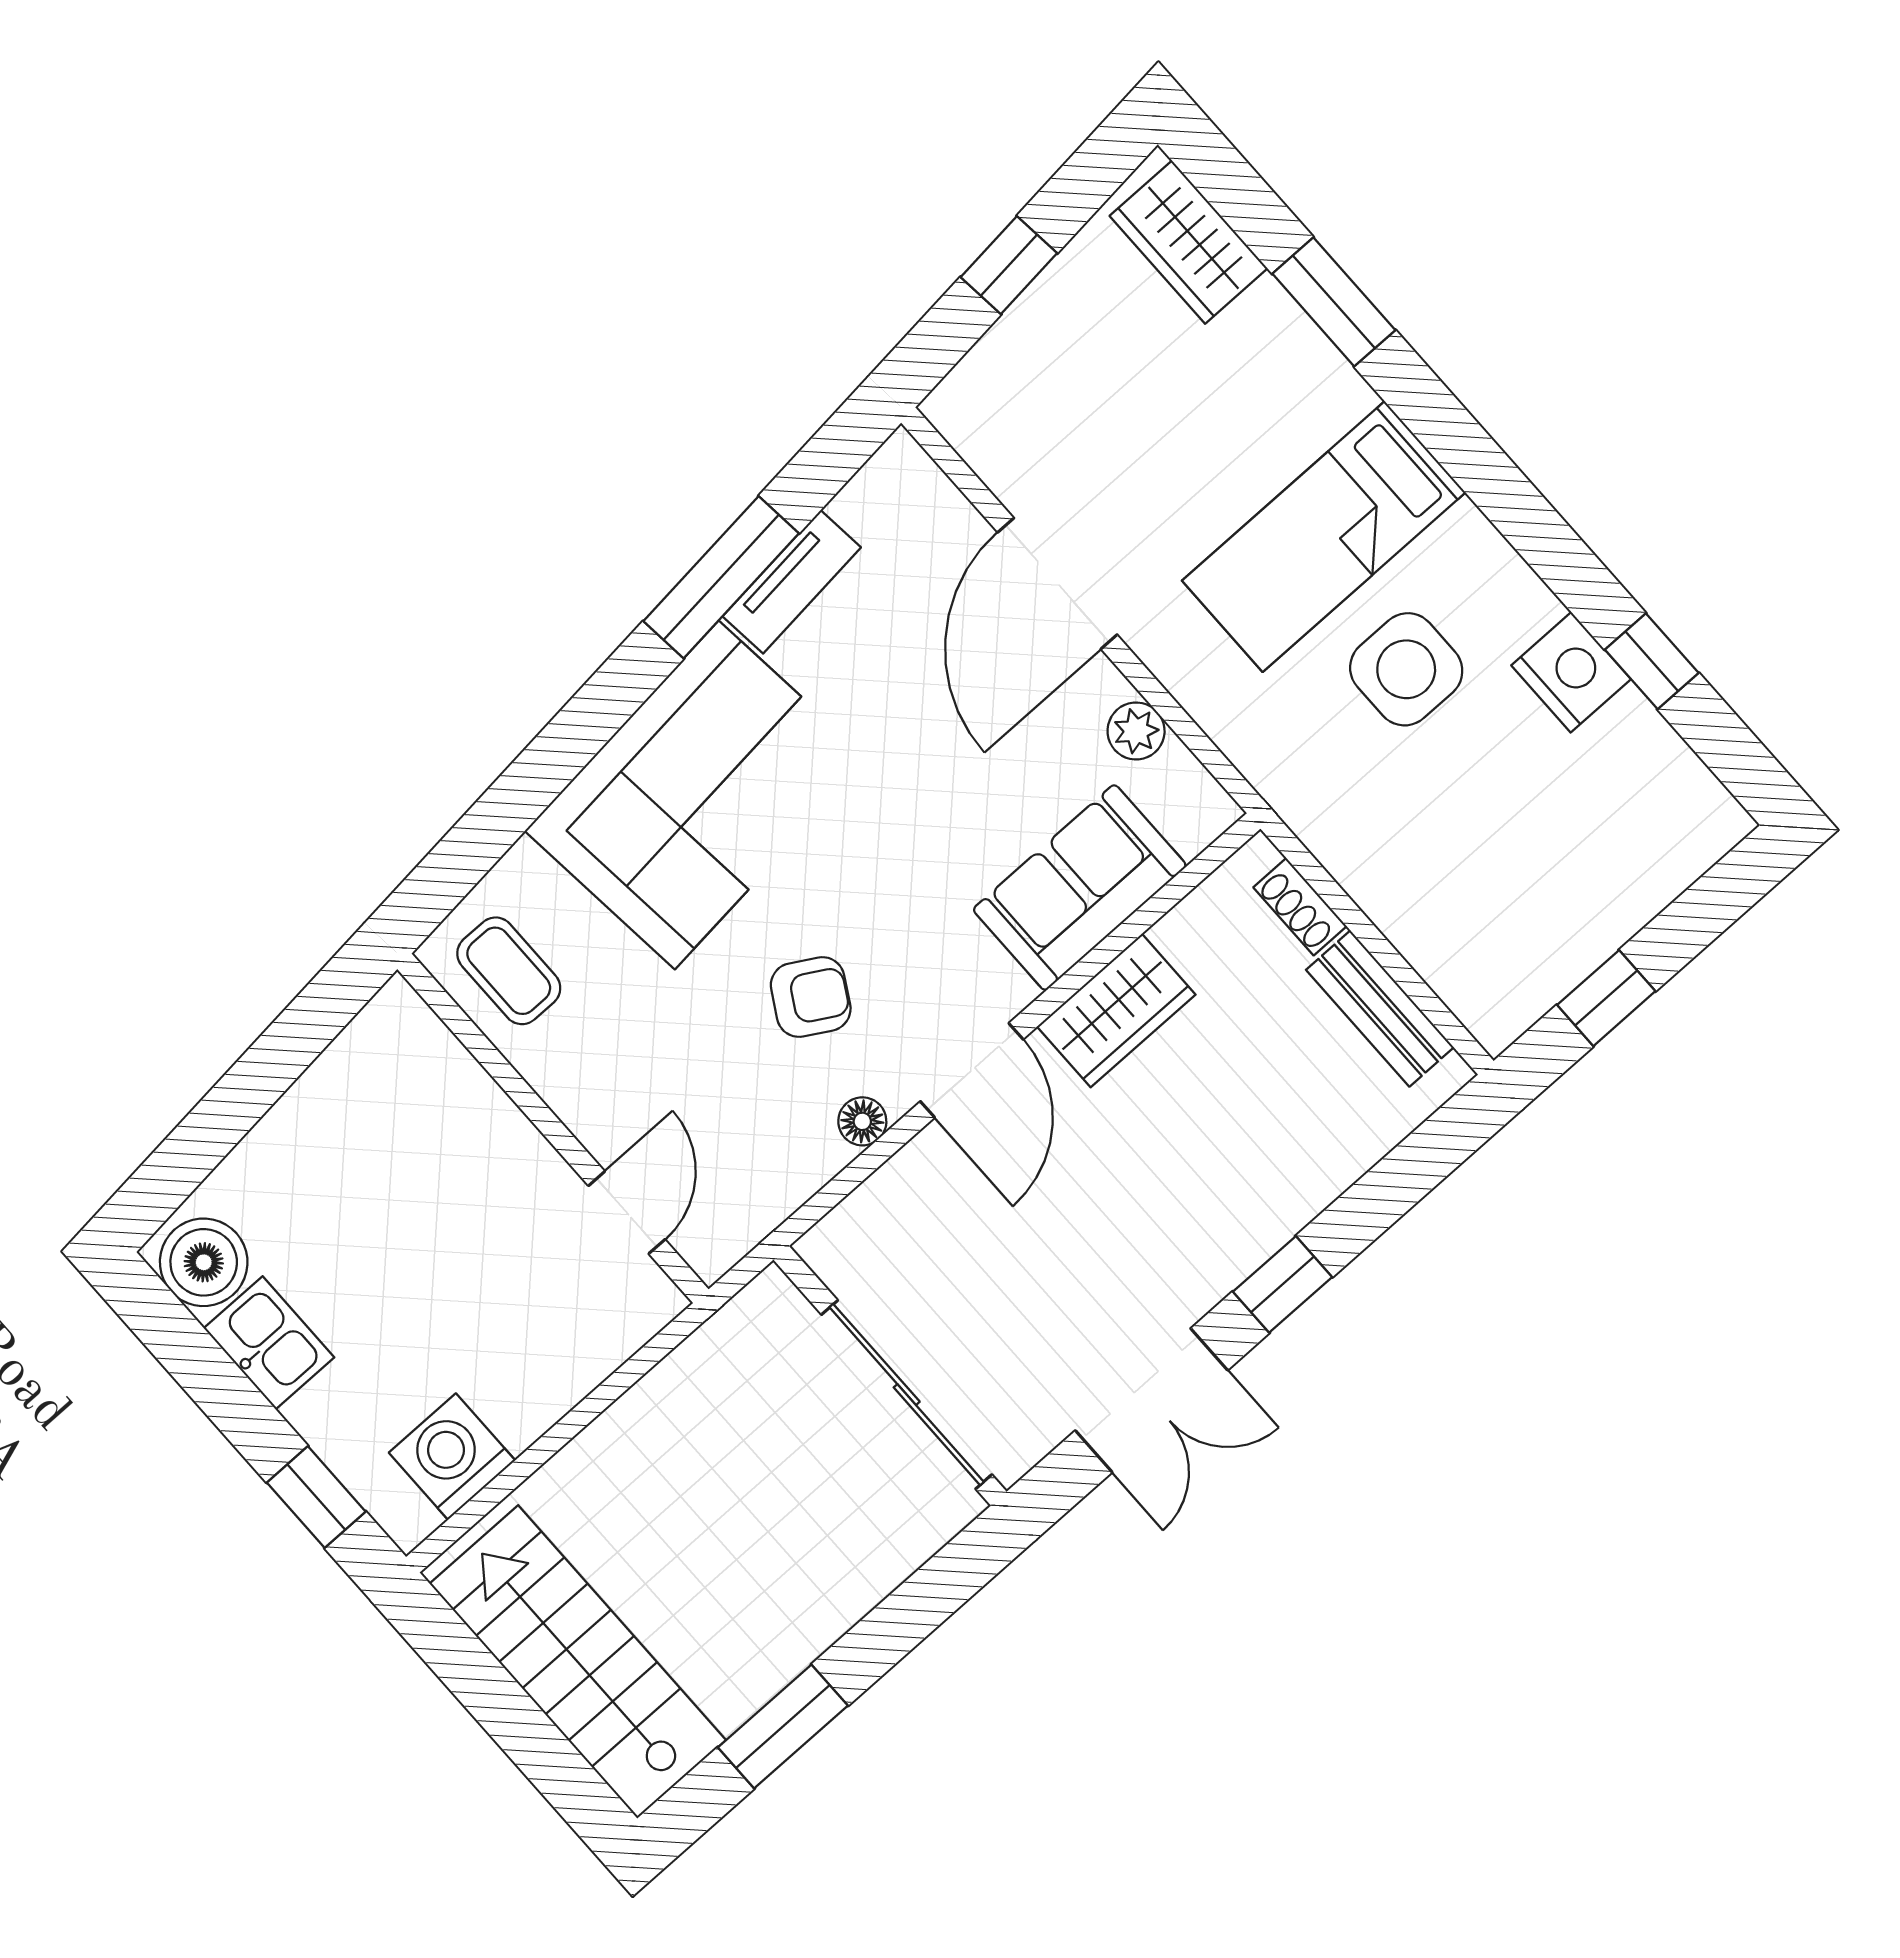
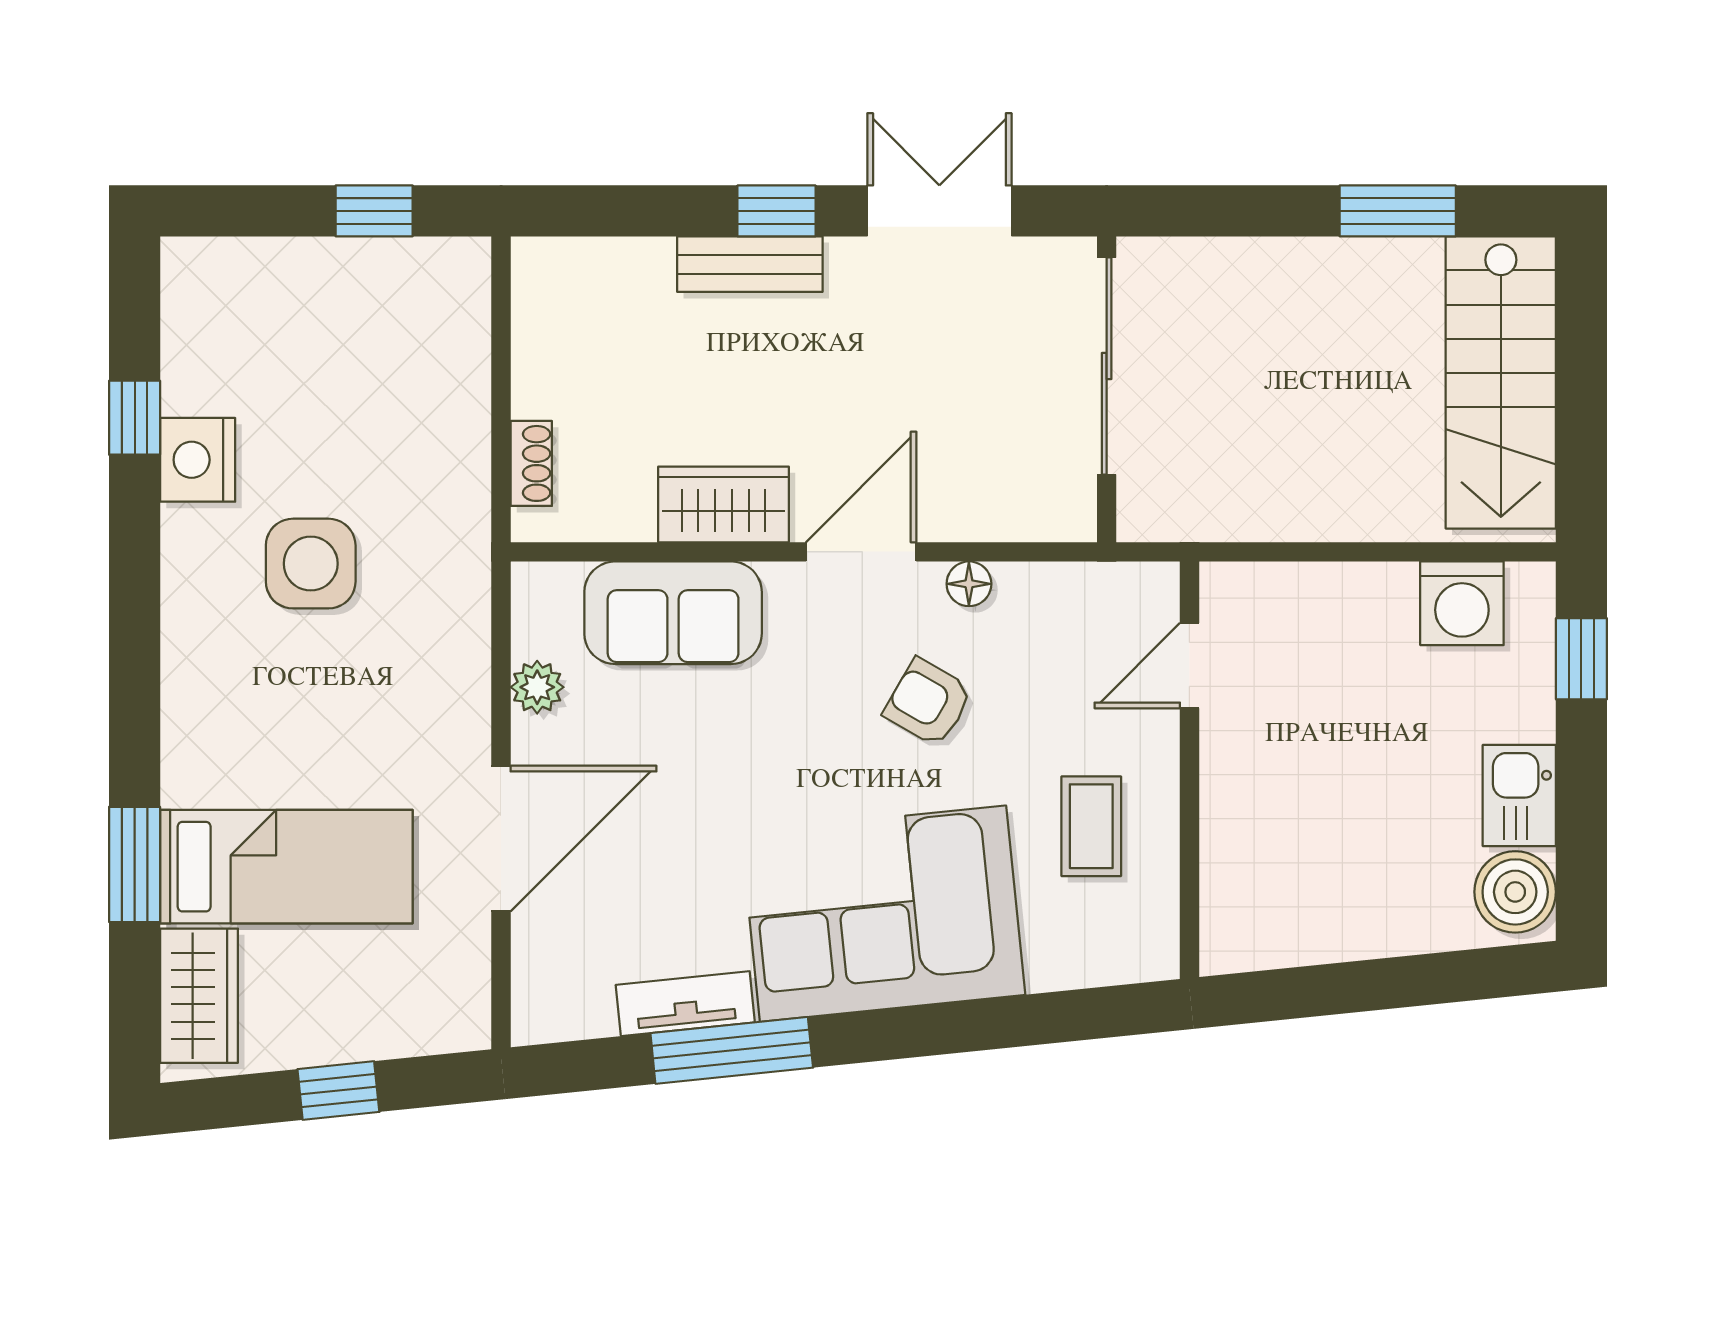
bed: (1324, 537) -> (286, 867), moved
coffee table: (509, 971) -> (1091, 826), moved
bench: (1380, 1009) -> (750, 264), moved, turned 90

